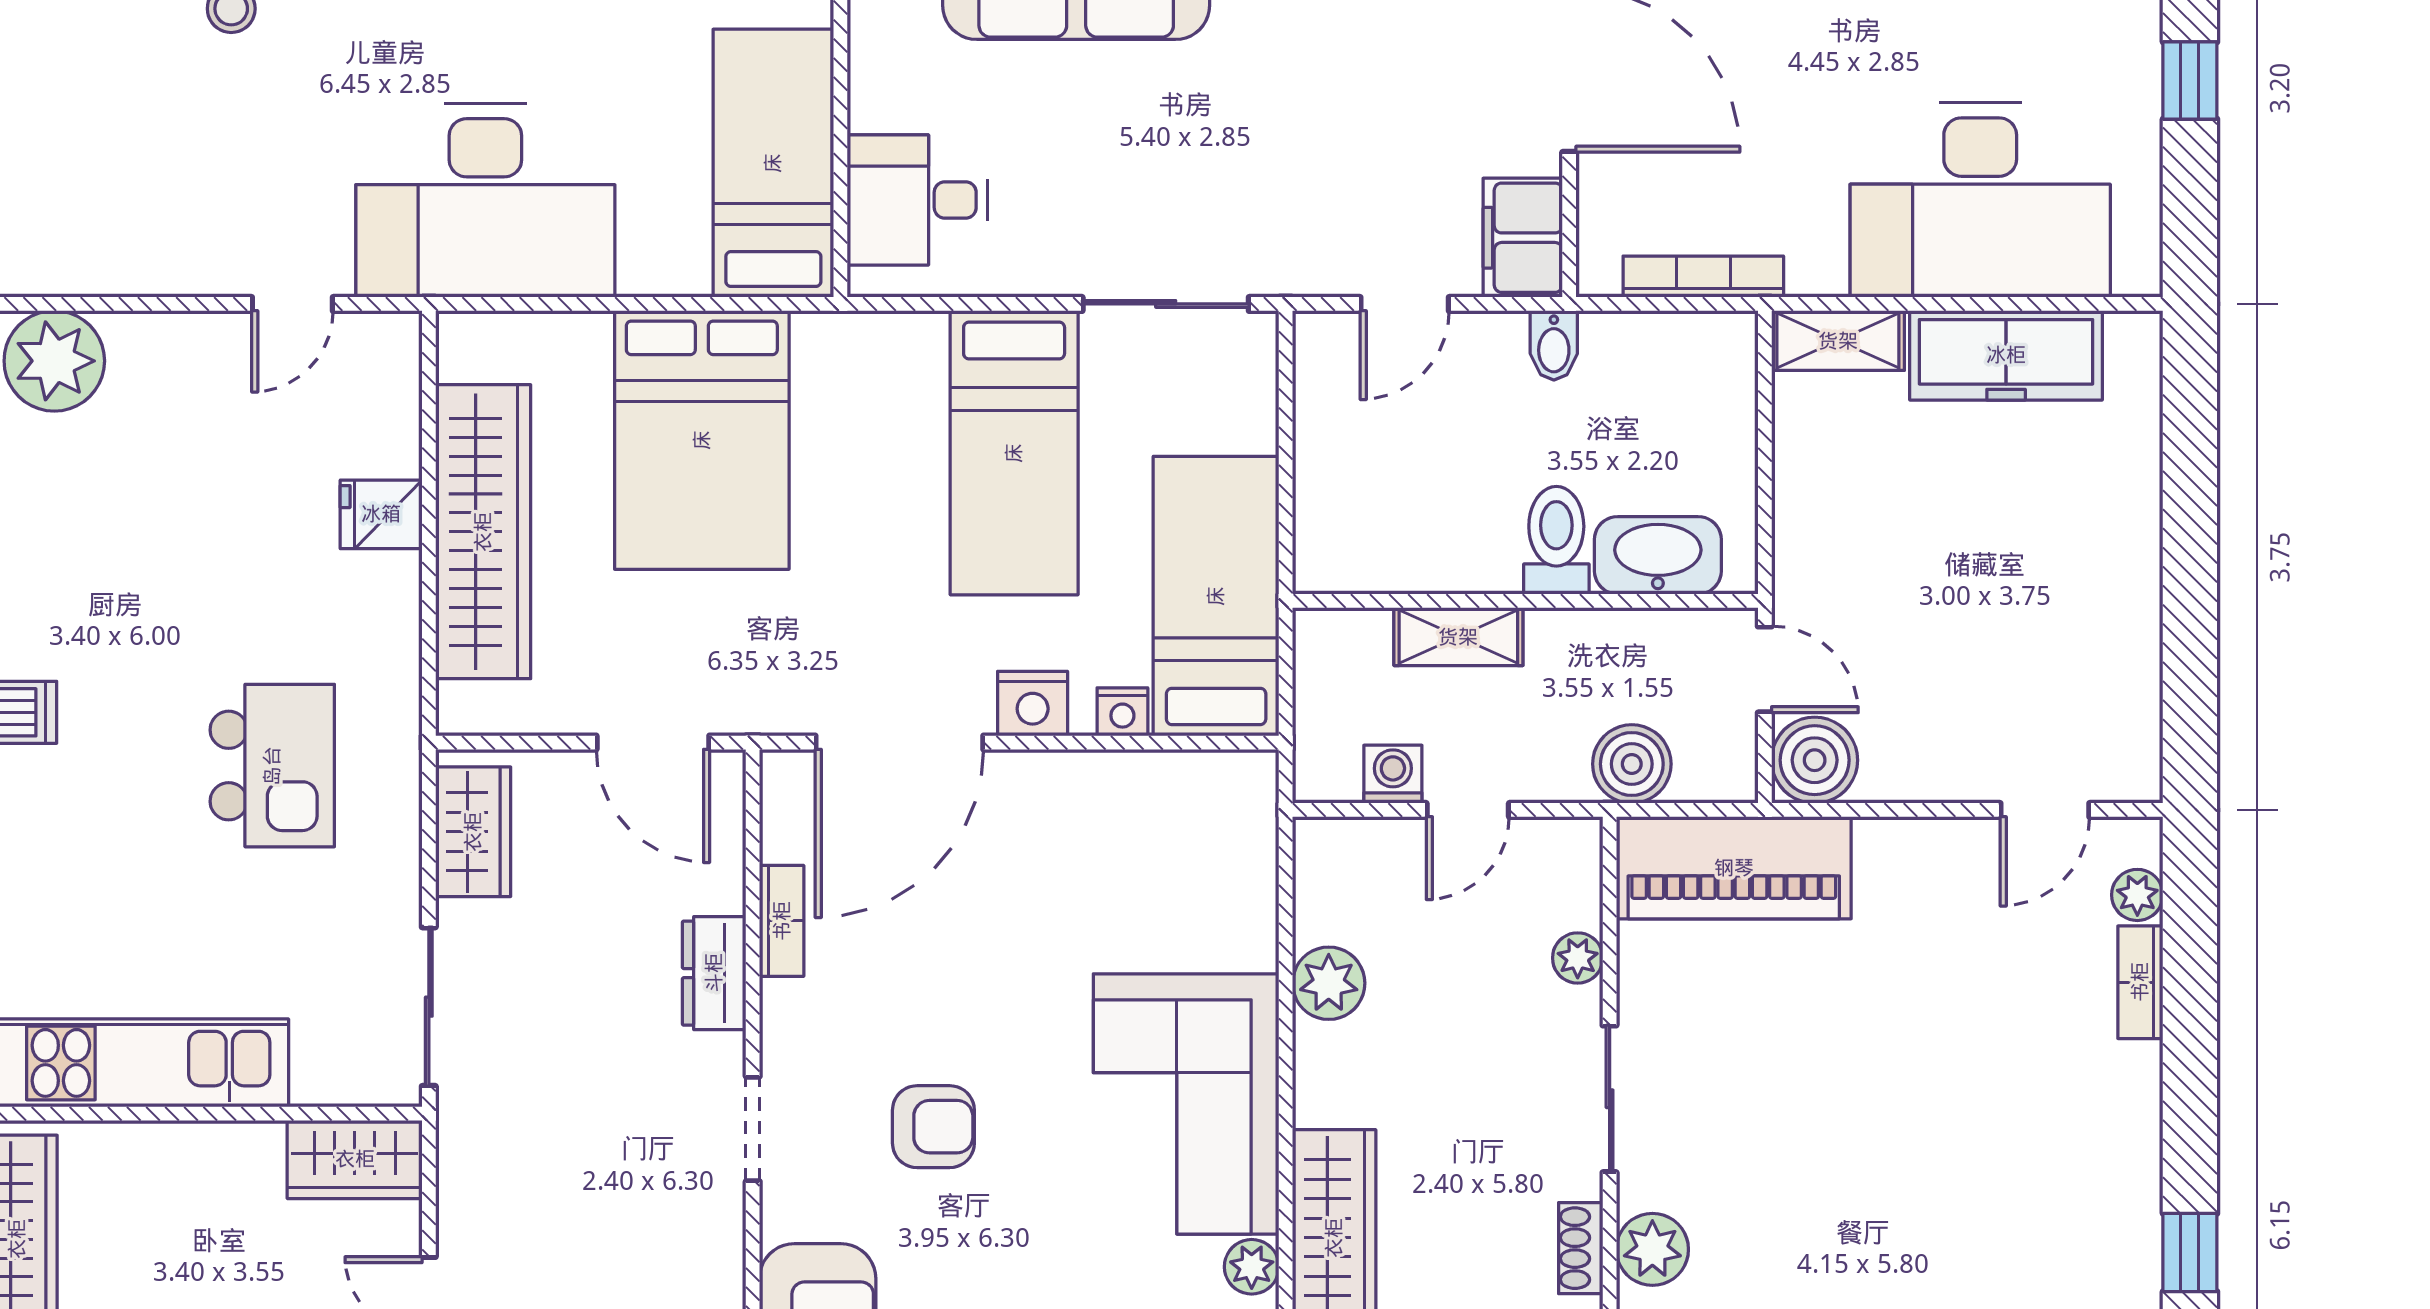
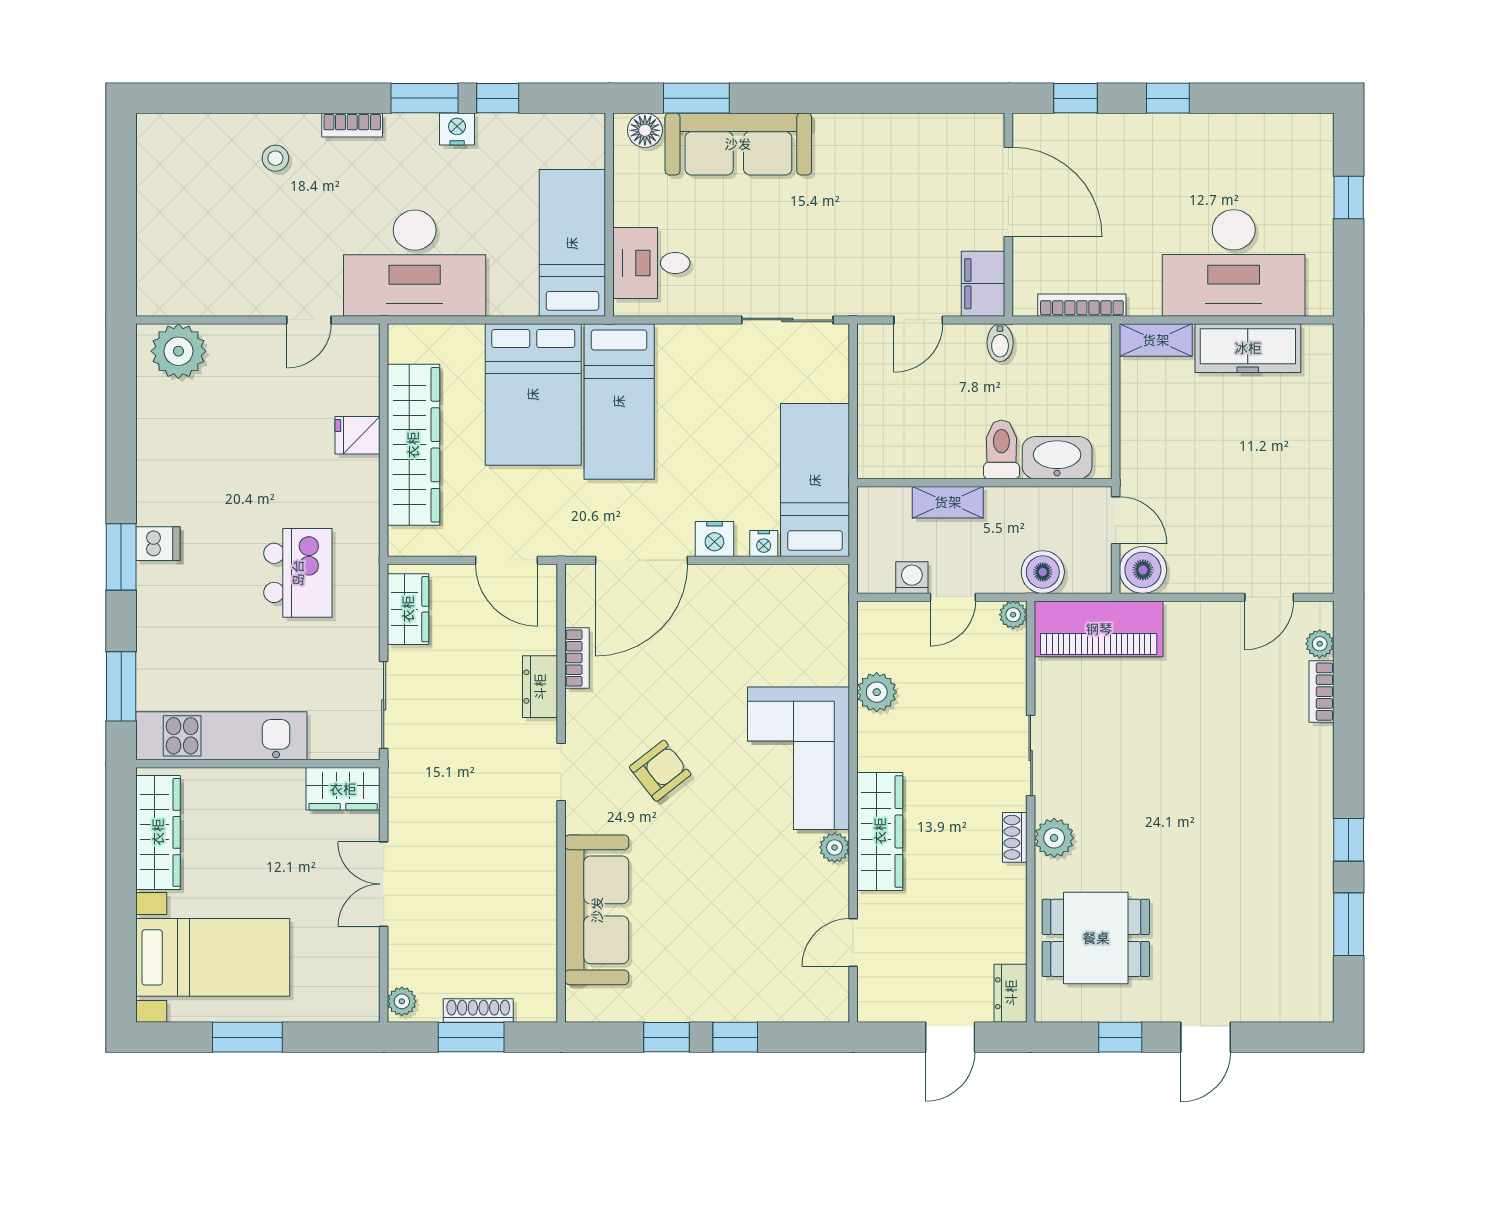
bed: (1014, 453) -> (619, 401), moved
plant: (1578, 958) -> (1013, 615), moved
armchair: (933, 1127) -> (660, 771), turned -38

